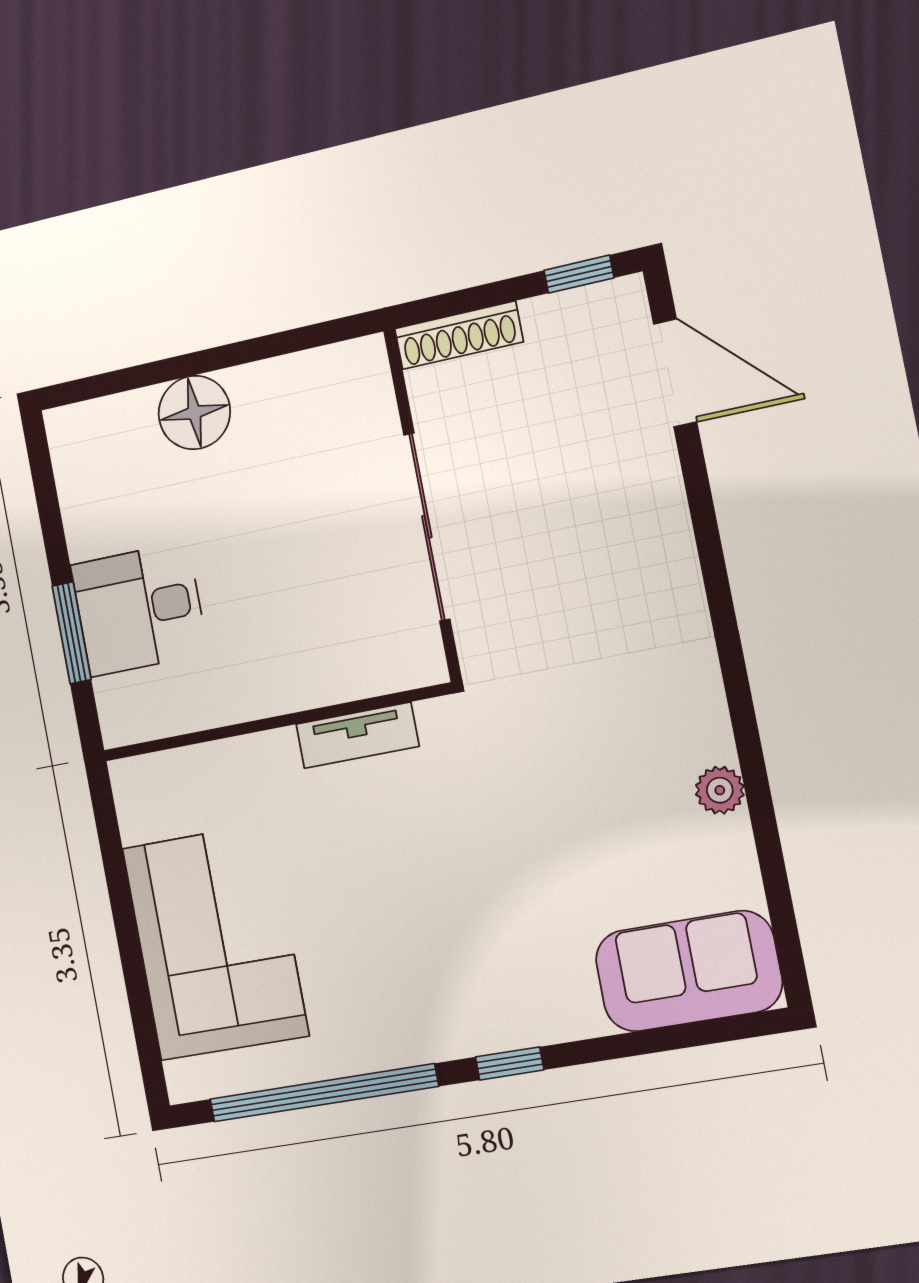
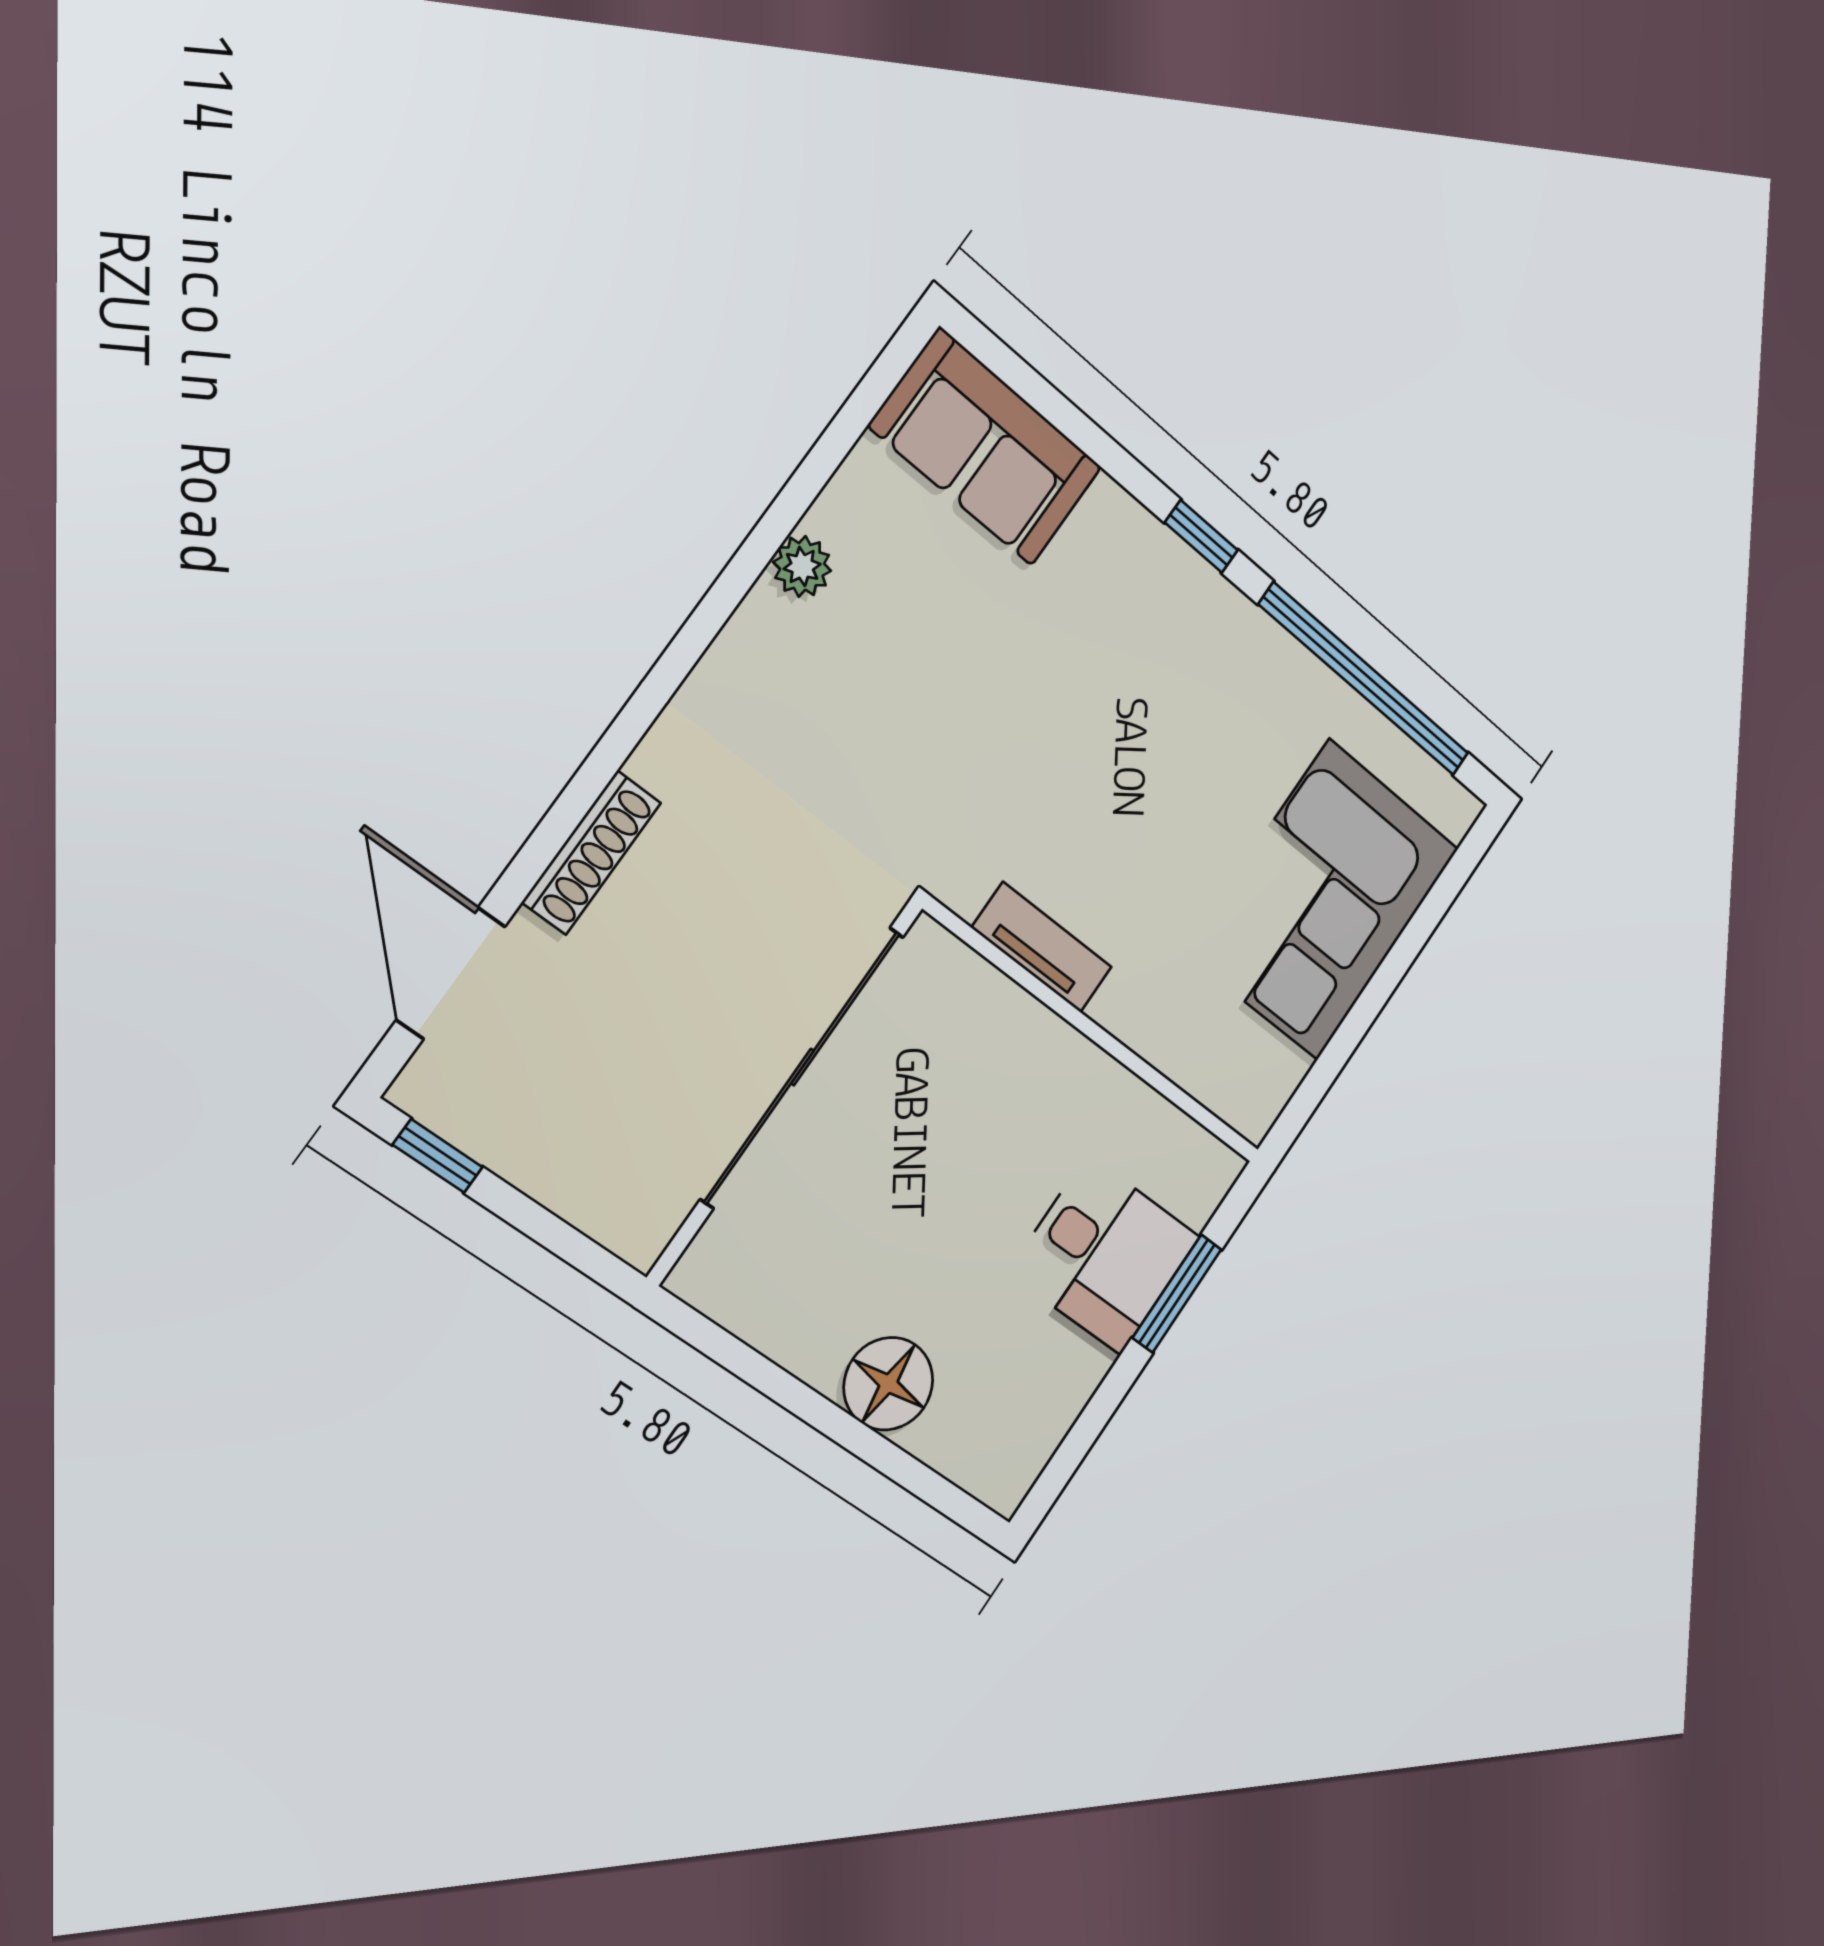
shoe rack: (459, 335) -> (592, 852), moved, turned 90
sliding door: (427, 527) -> (802, 1067), width x1.36

